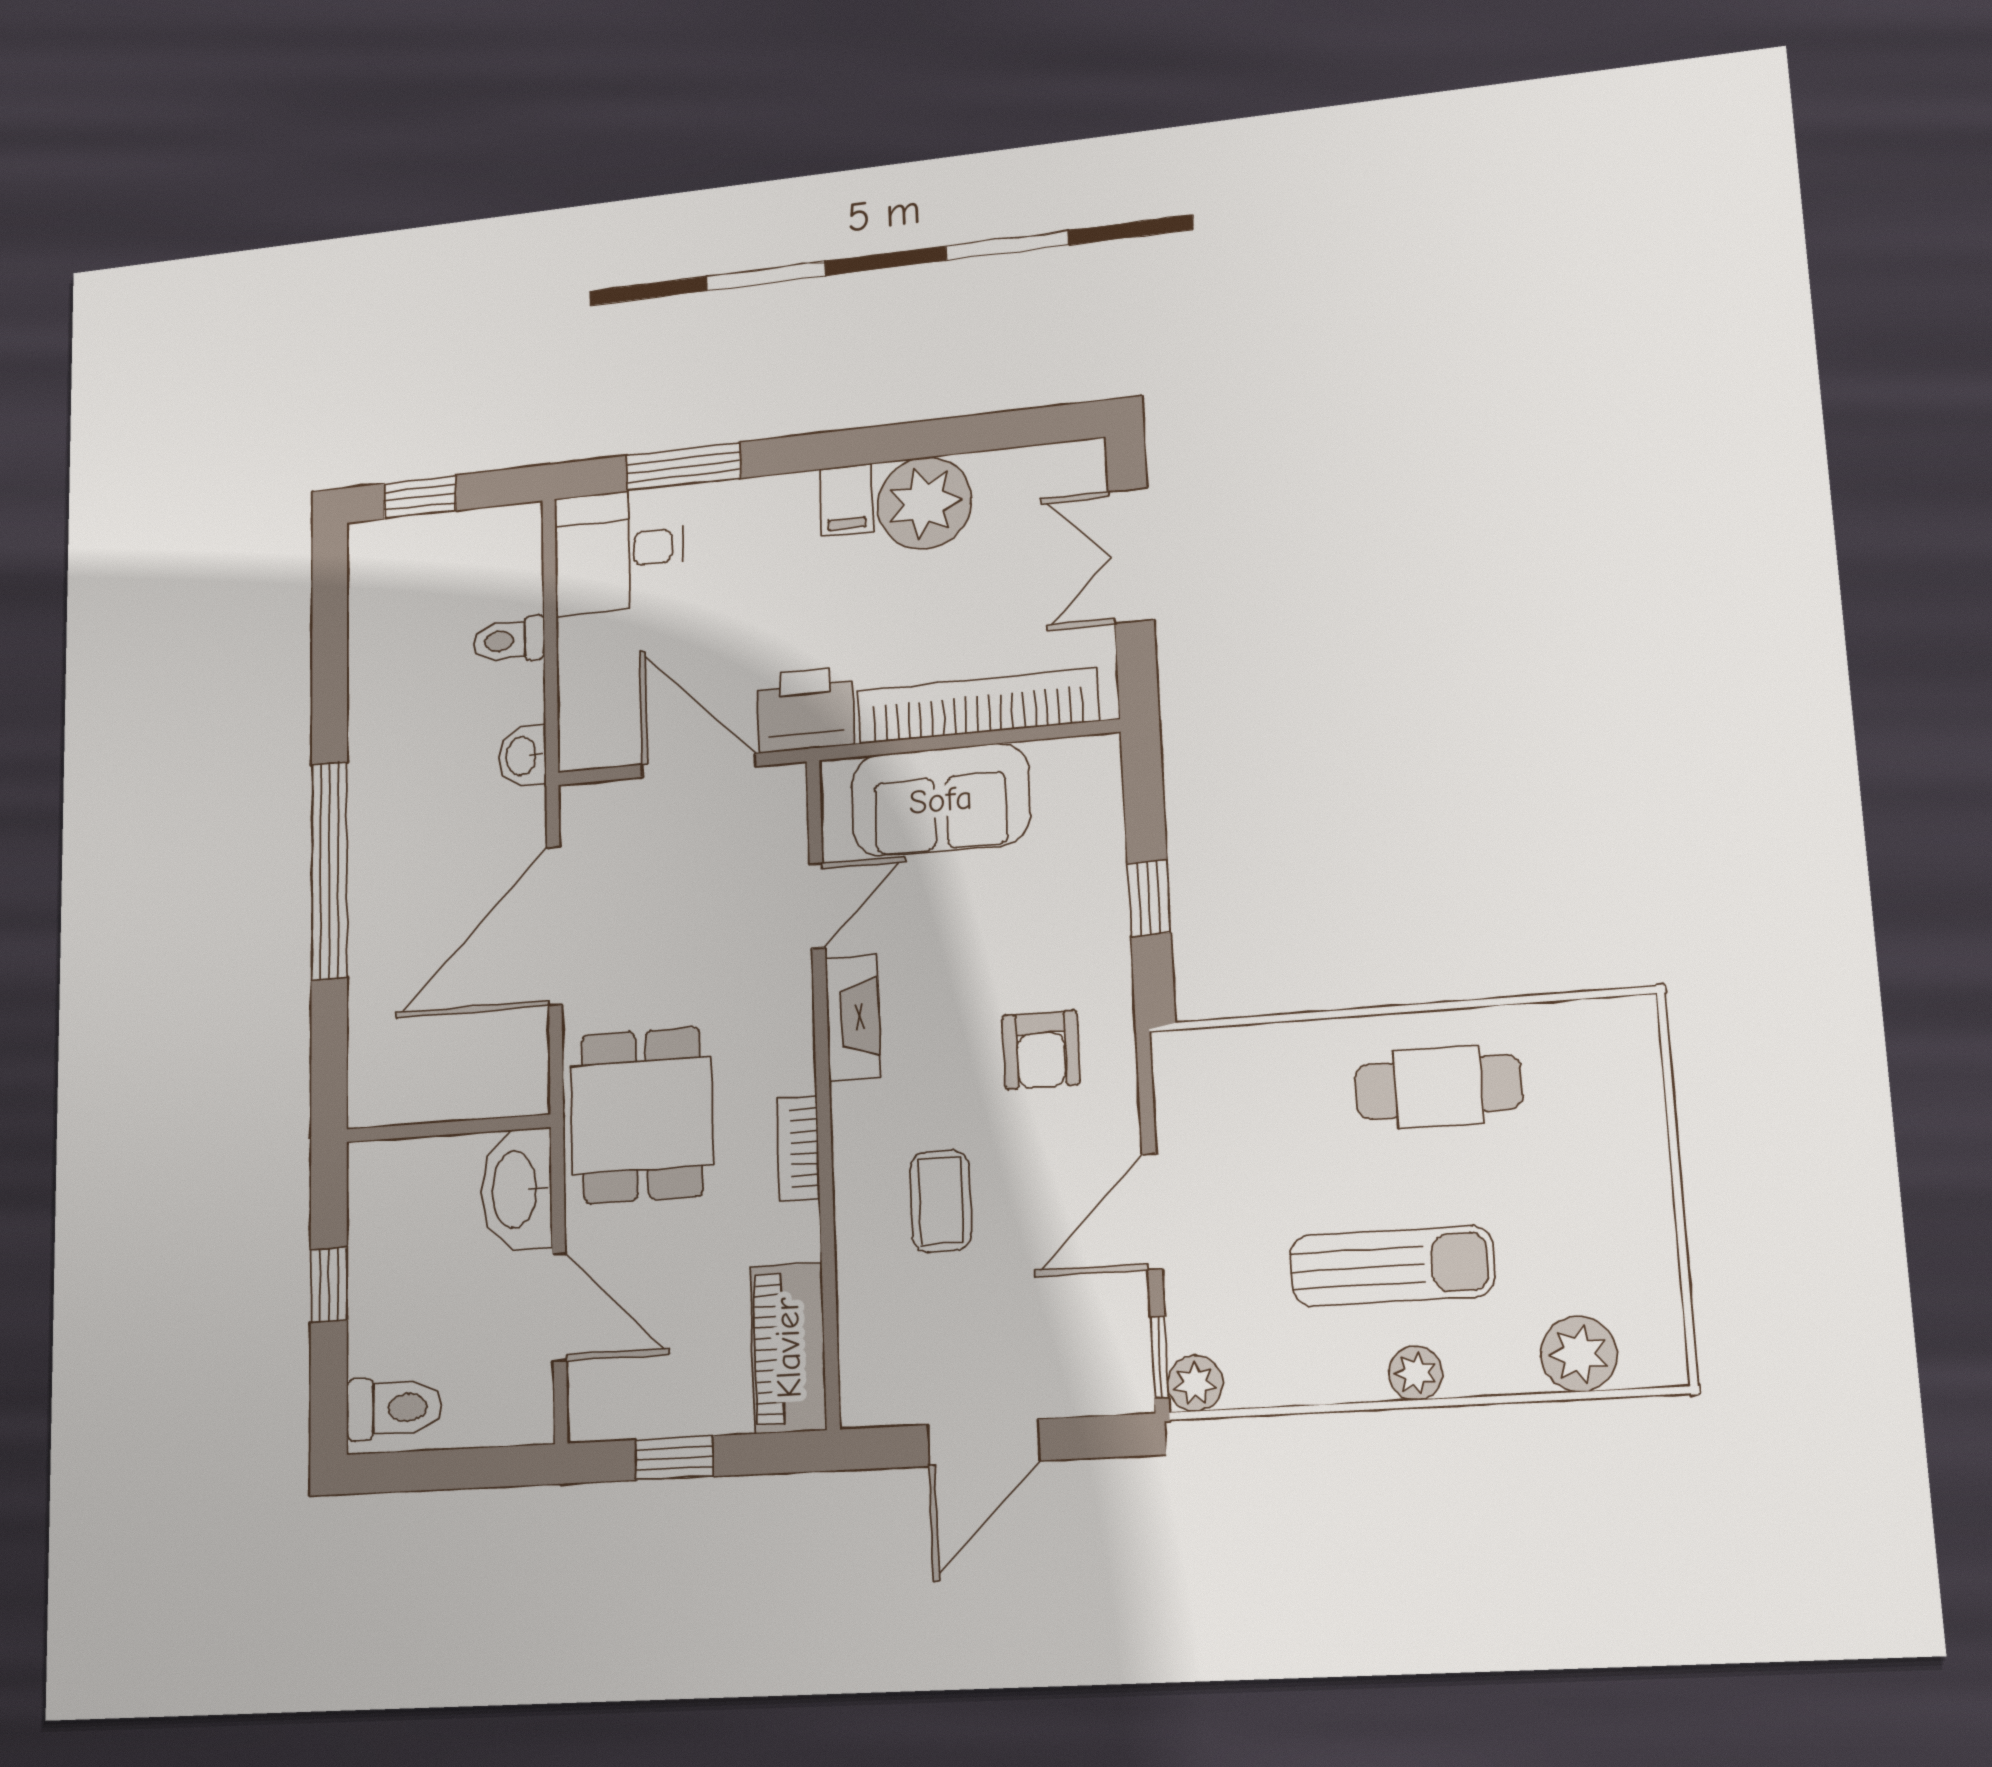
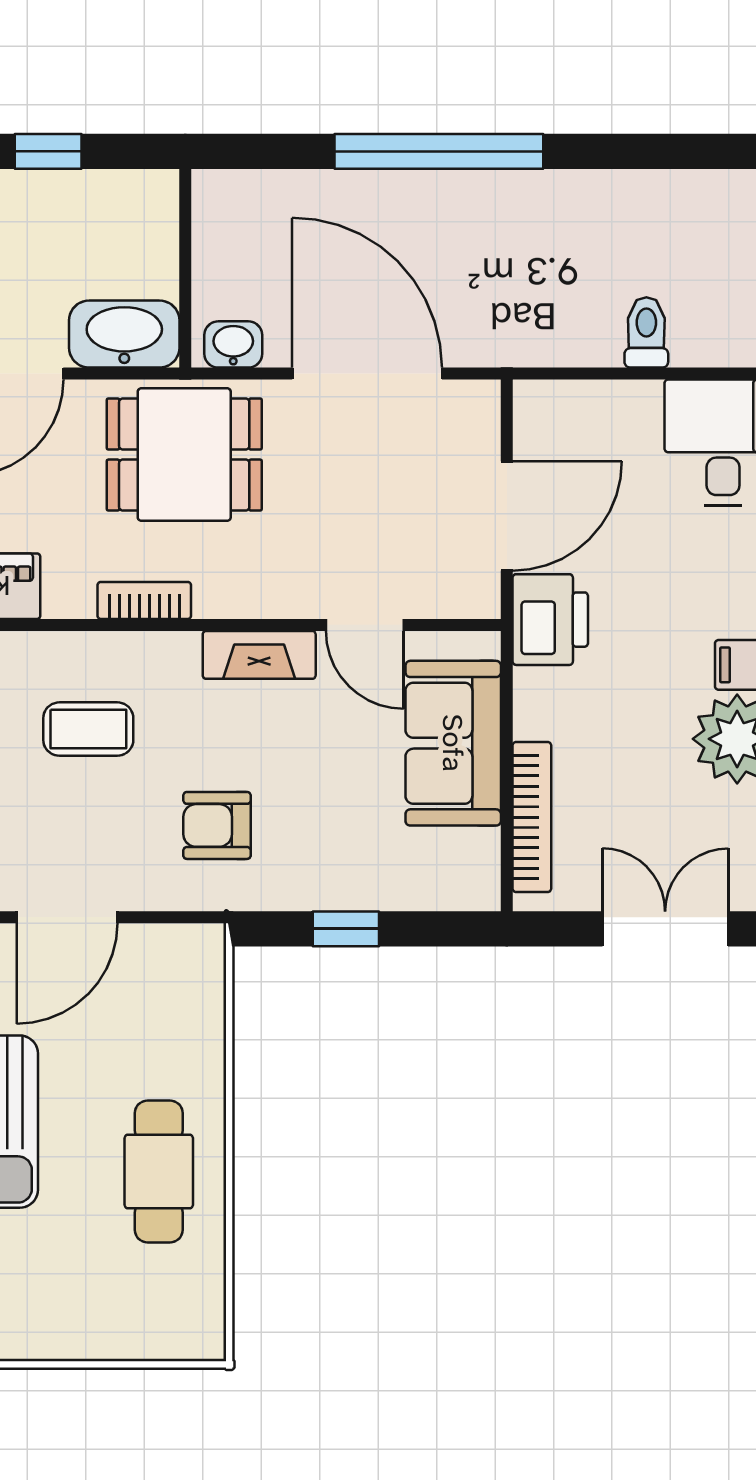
bookcase: (977, 706) -> (532, 817), width x0.68, depth x0.76
washbasin: (522, 756) -> (233, 344), moved
door: (1152, 1212) -> (67, 917), swing flipped

